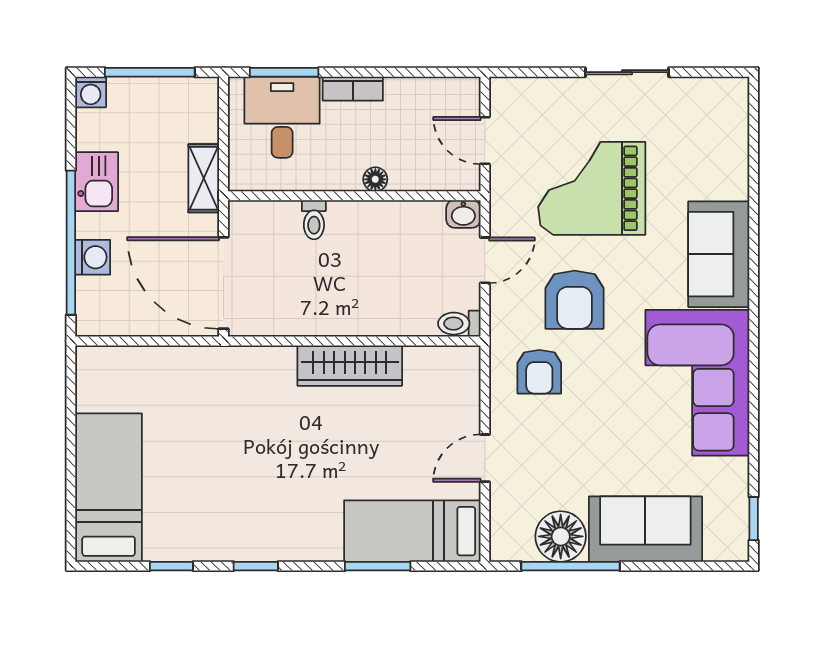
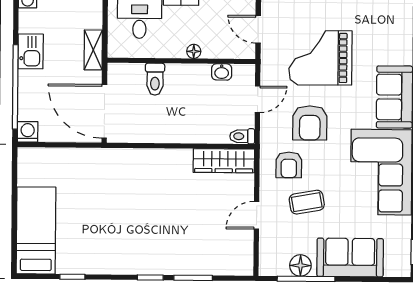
washbasin: (463, 214) -> (222, 72), moved
toilet: (314, 220) -> (155, 79), width x1.37, depth x1.39
washing machine: (93, 257) -> (28, 132), moved, turned -90
wardrobe: (350, 366) -> (224, 161), moved
coffee table: (571, 435) -> (307, 202), added
bed: (412, 531) -> (214, 257), removed
floor lamp: (561, 536) -> (300, 265), width x0.73, depth x0.73
window: (256, 566) -> (150, 277), moved

